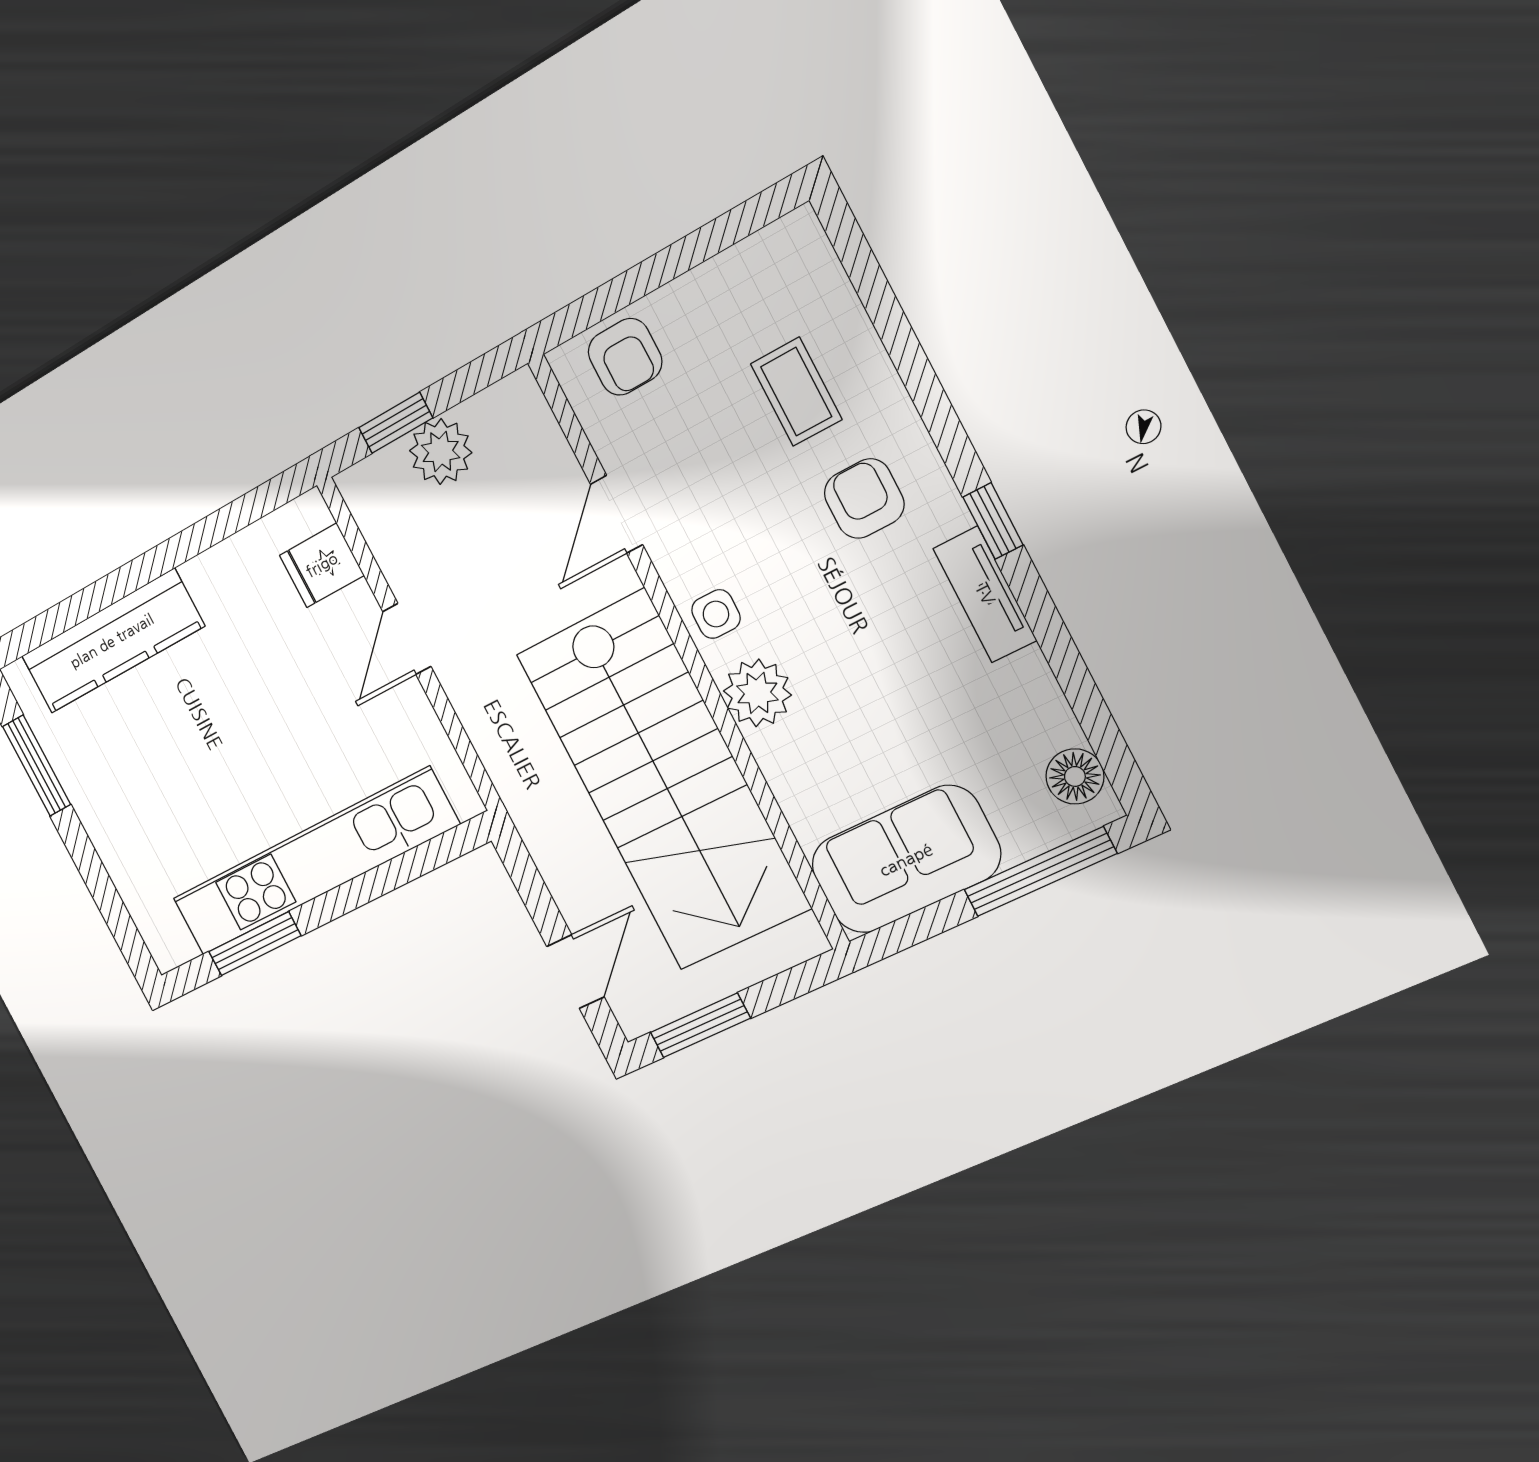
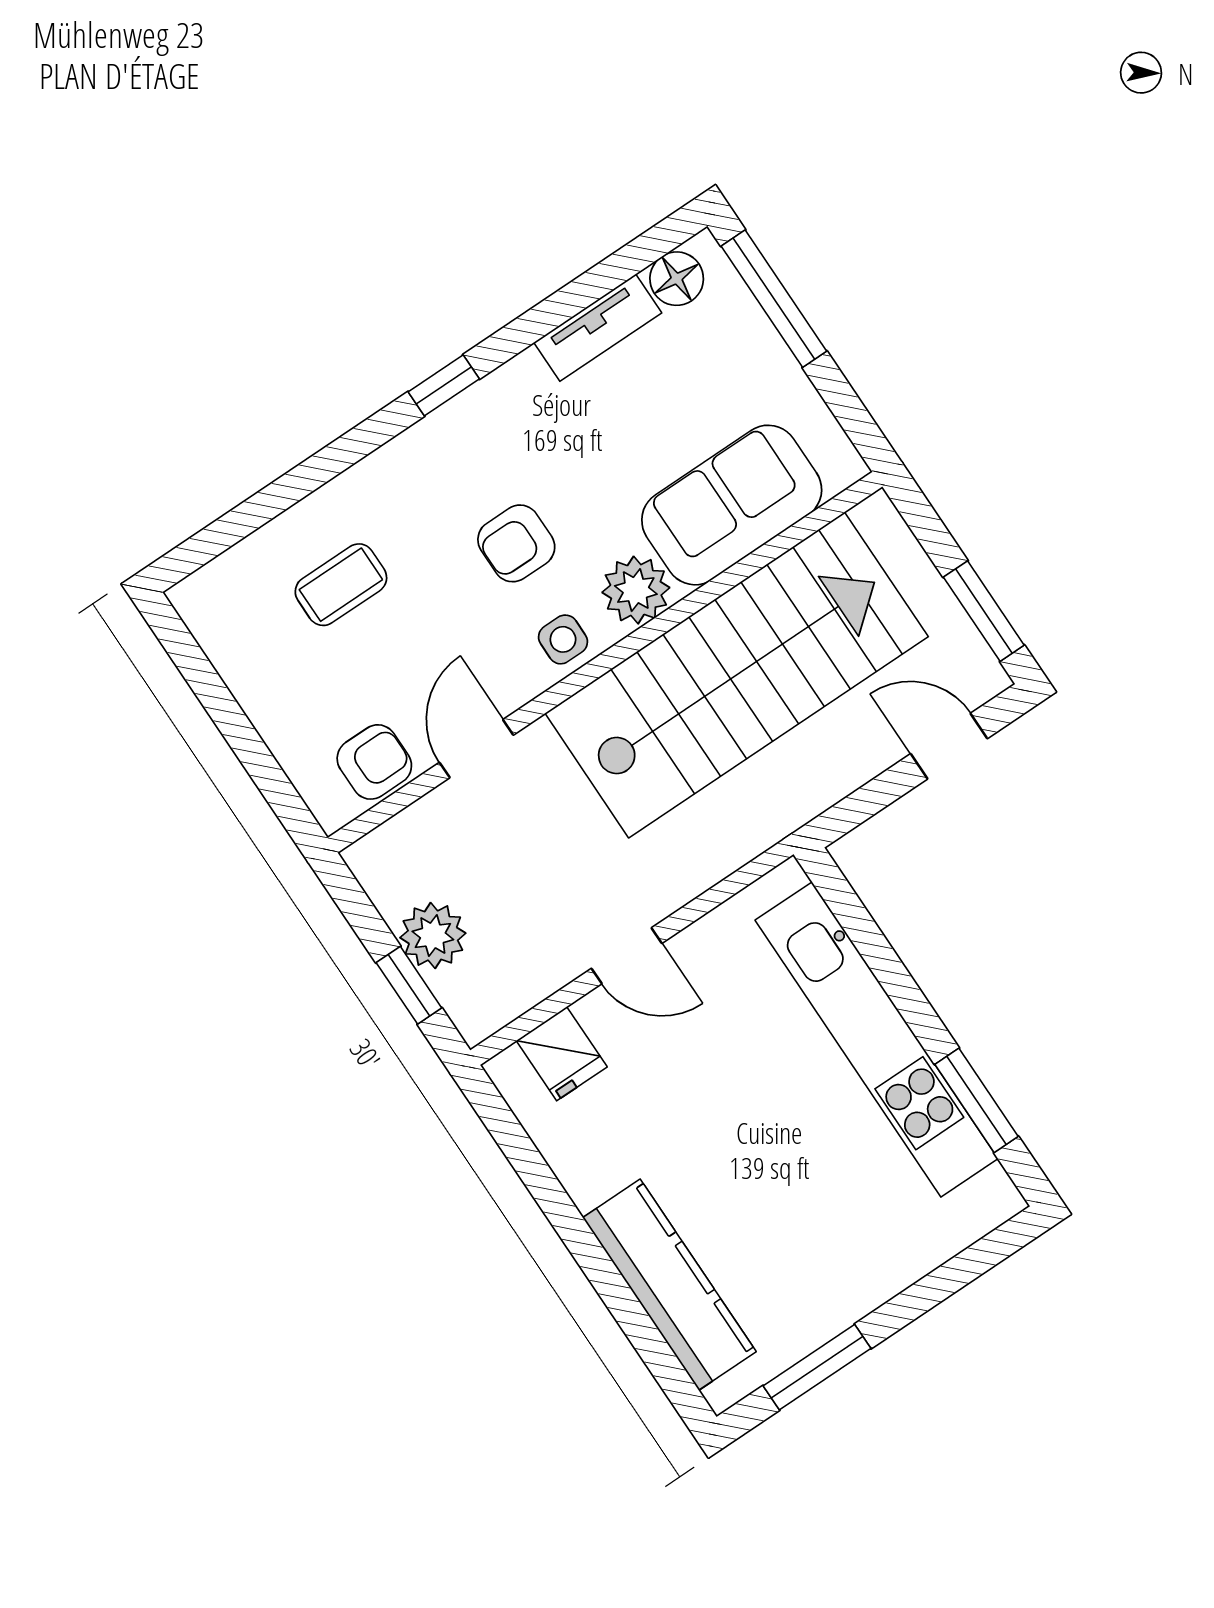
armchair: (625, 357) -> (374, 762), moved
armchair: (864, 499) -> (516, 543), moved
door: (617, 514) -> (476, 749), swing flipped
tv unit: (985, 594) -> (598, 328), moved
sofa: (906, 860) -> (732, 505), moved, turned 90

